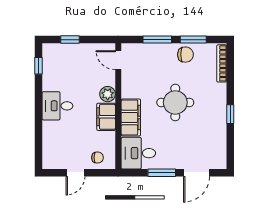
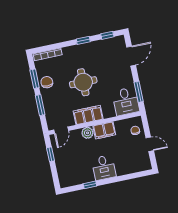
window: (70, 40) -> (50, 154), moved
window: (38, 66) -> (90, 185), moved
filing cabinet: (131, 117) -> (88, 115), moved
window: (230, 147) -> (107, 35), added
window: (162, 173) -> (139, 92), moved
door: (196, 173) -> (131, 56), hinge flipped

